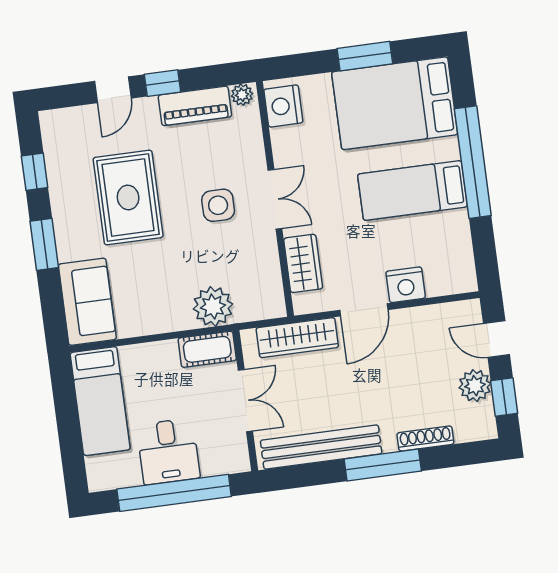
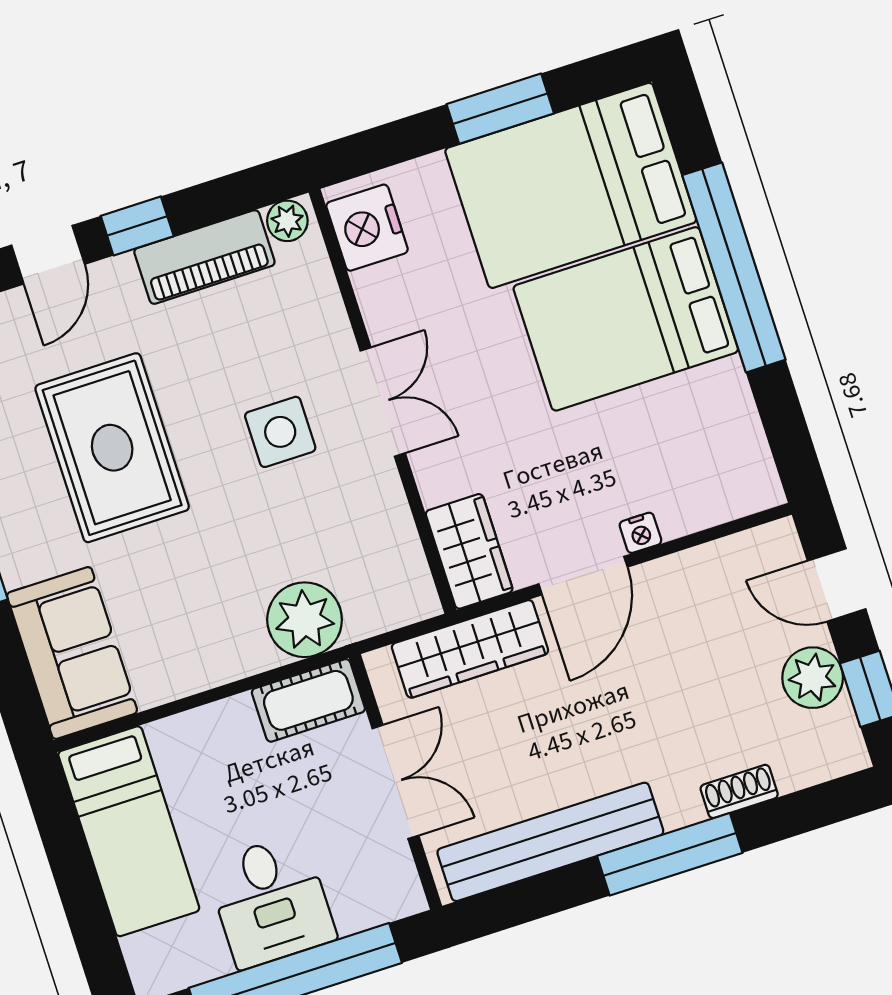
bed: (412, 190) -> (626, 319), width x1.50
wardrobe: (303, 263) -> (469, 551), moved
nightstand: (406, 285) -> (640, 533), width x0.53, depth x0.56
shoe rack: (425, 439) -> (739, 791), width x0.70

